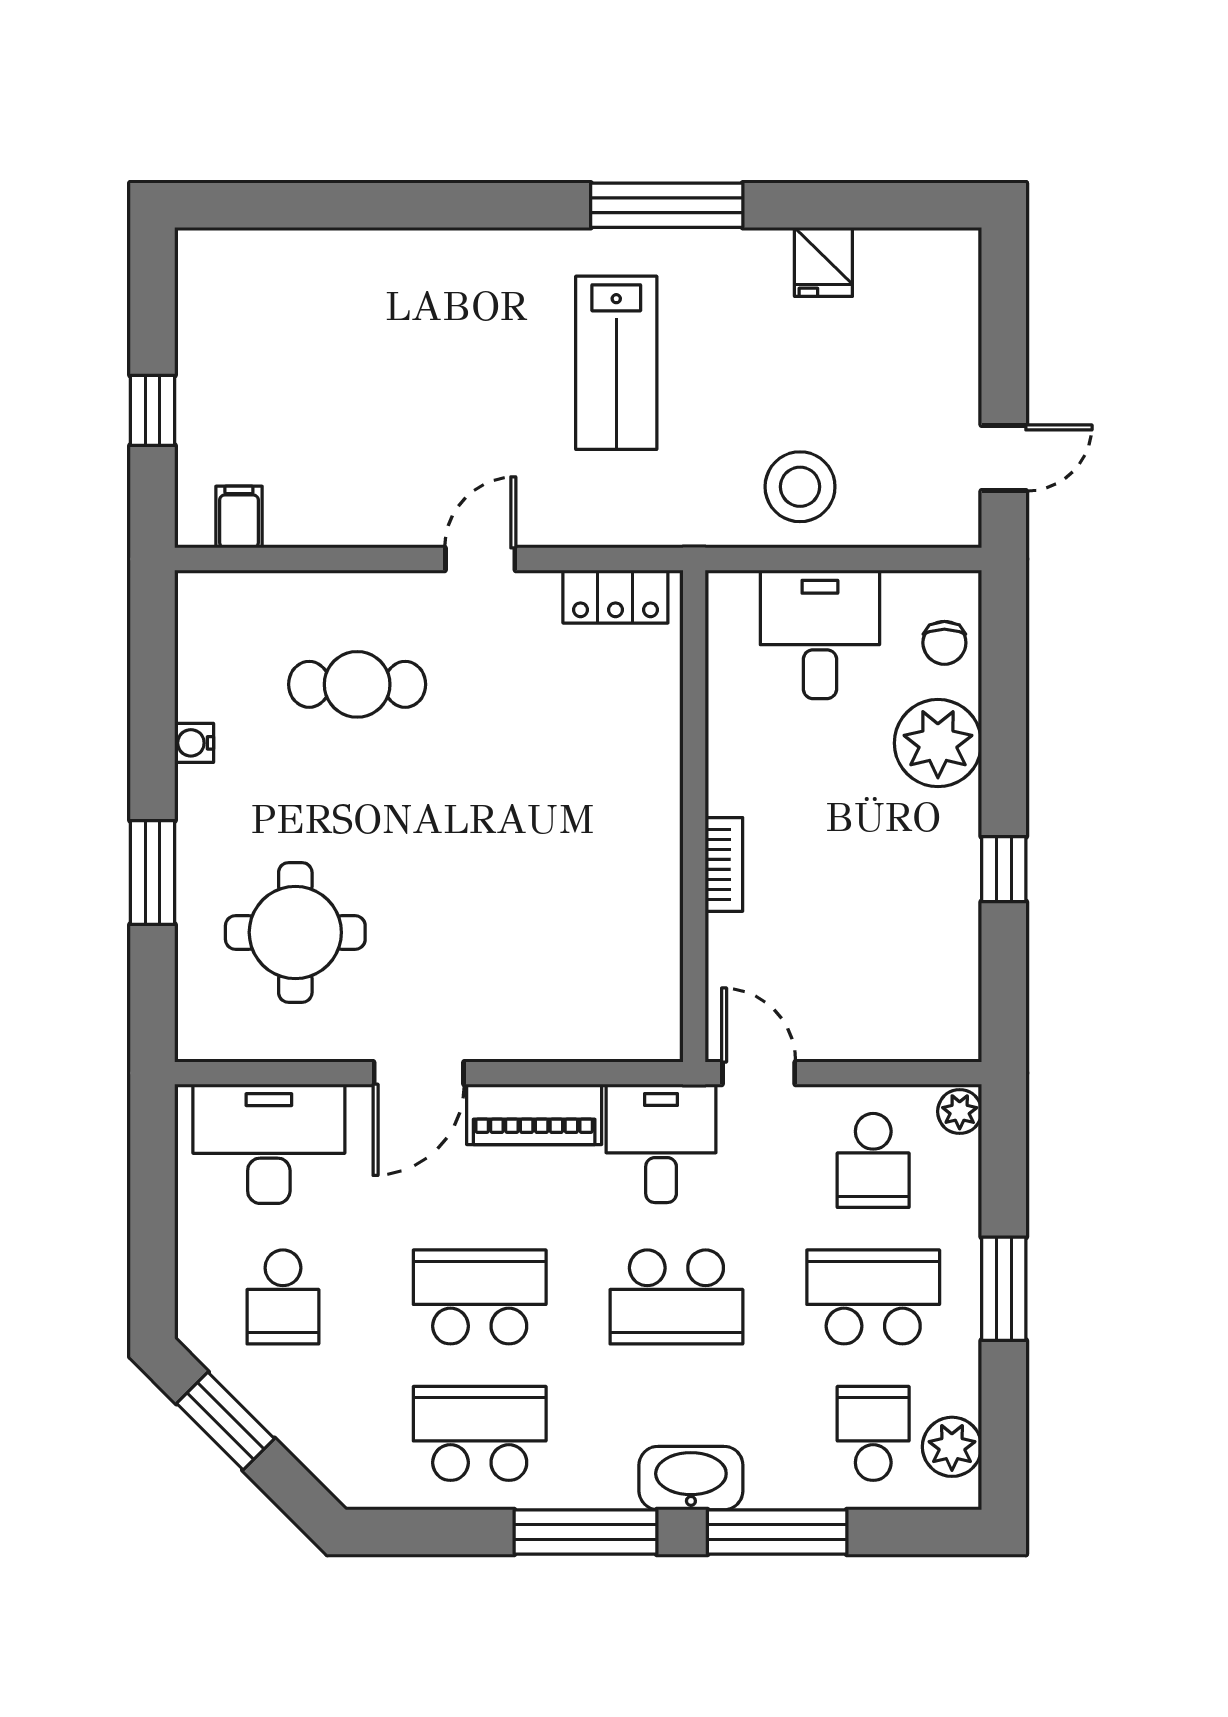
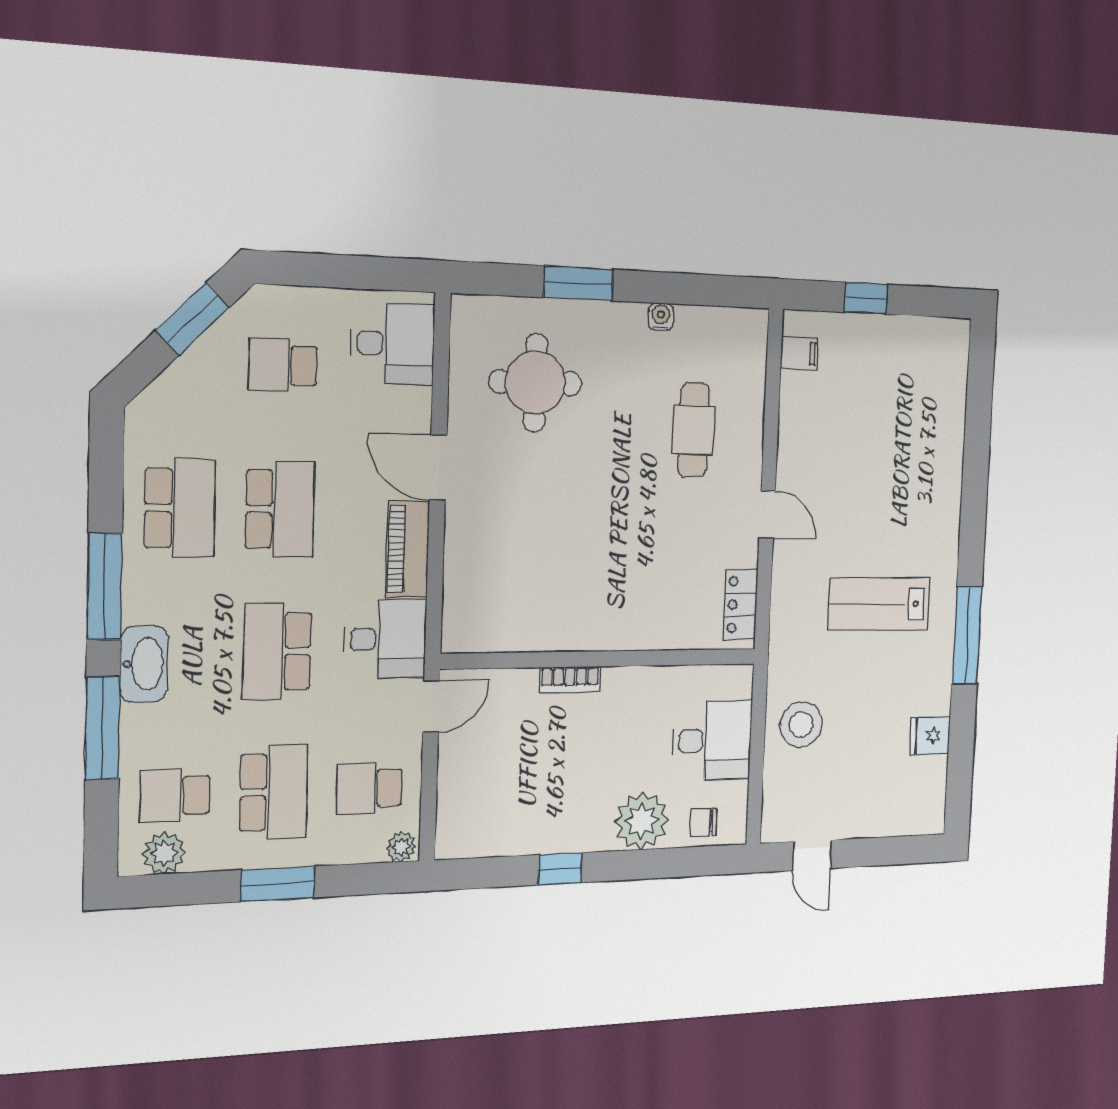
desk: (269, 1144) -> (393, 344), width x0.73
school desk: (873, 1433) -> (175, 796), turned 180

